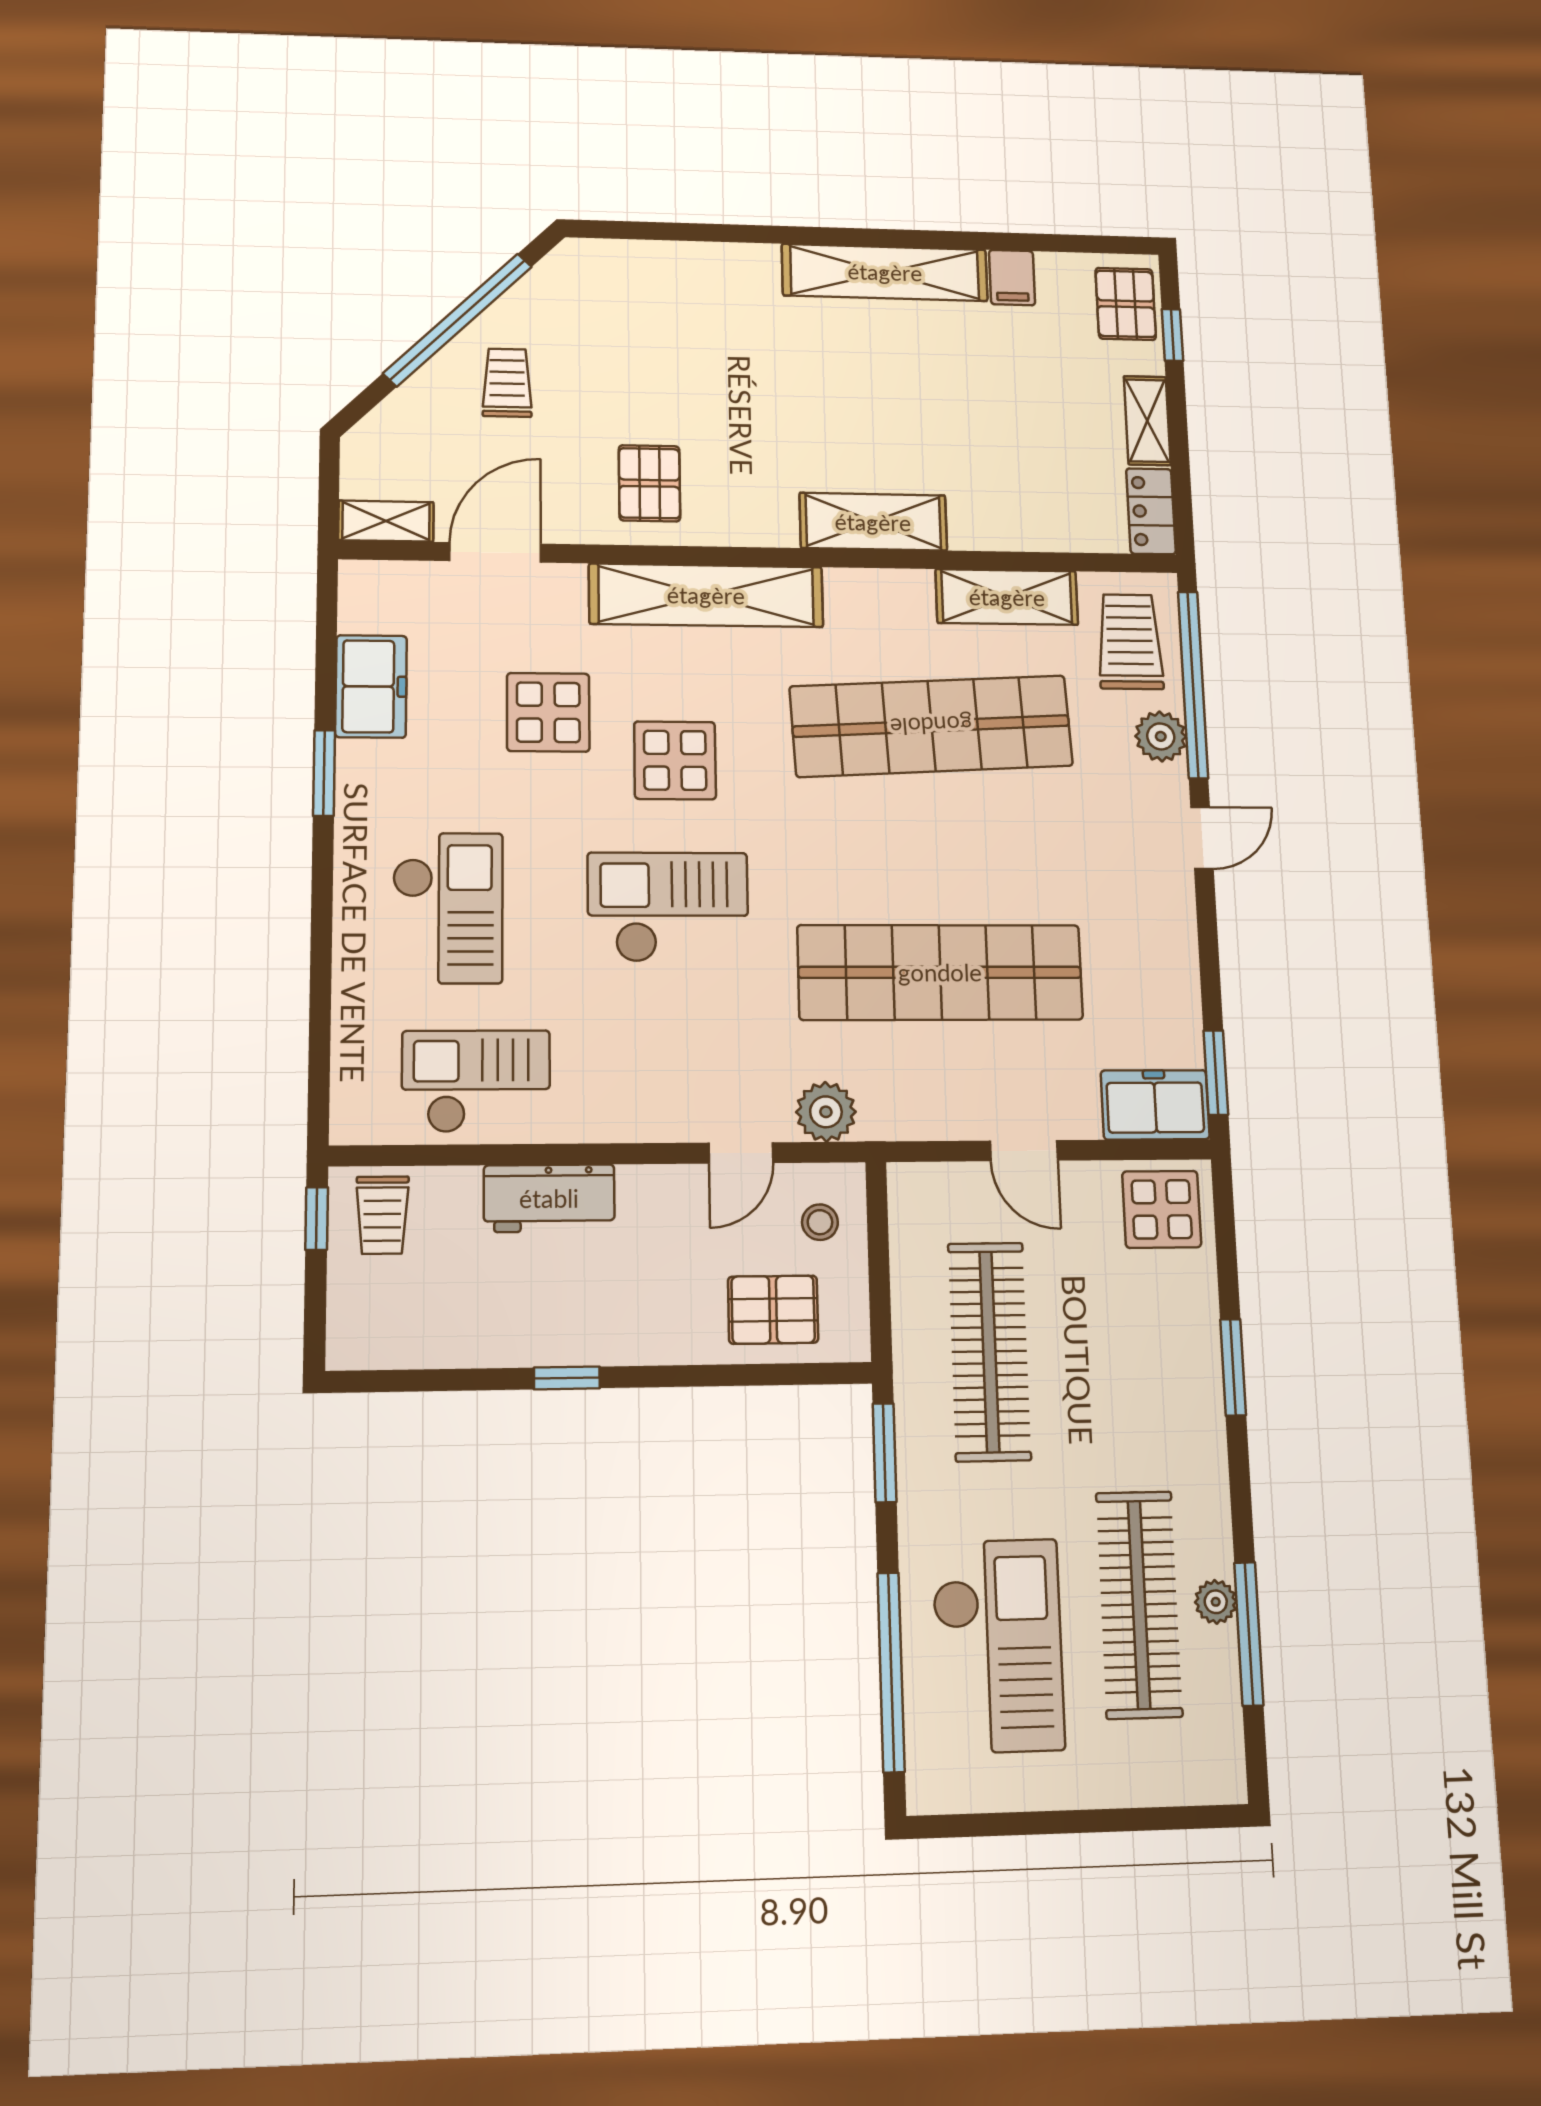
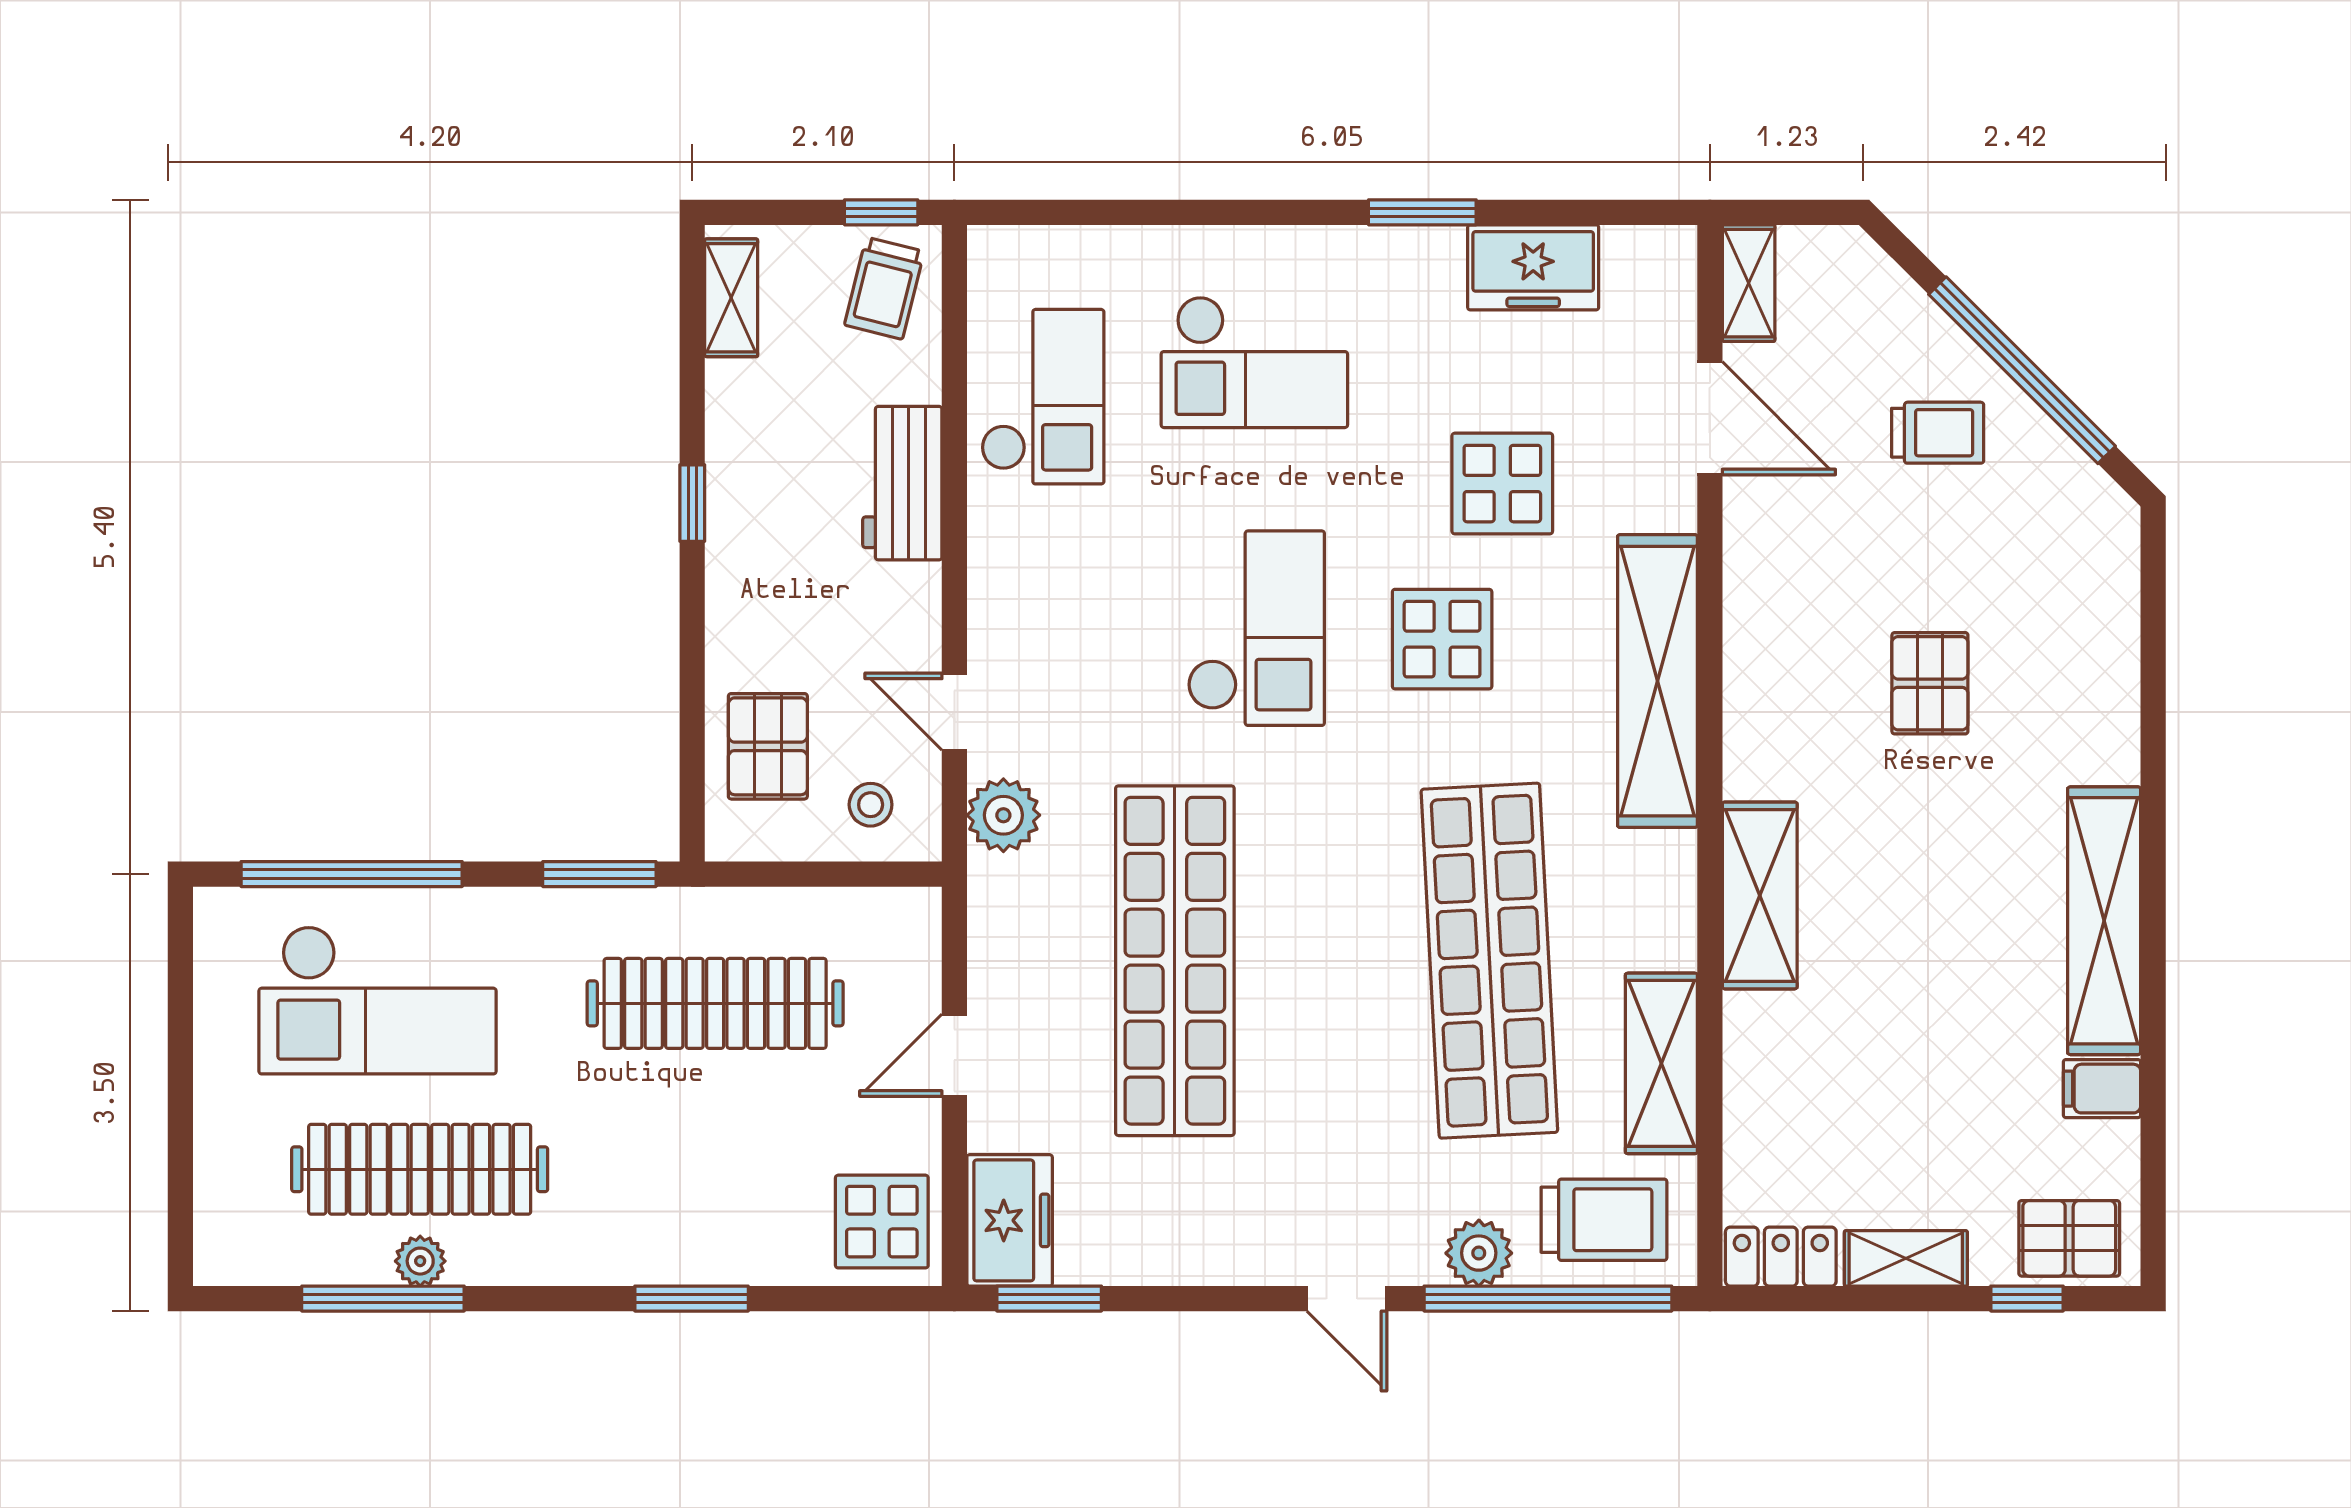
pallet: (649, 483) -> (1930, 683), moved, turned 90
trolley: (382, 1215) -> (884, 288), turned -76
shelving: (389, 1347) -> (731, 298), added

